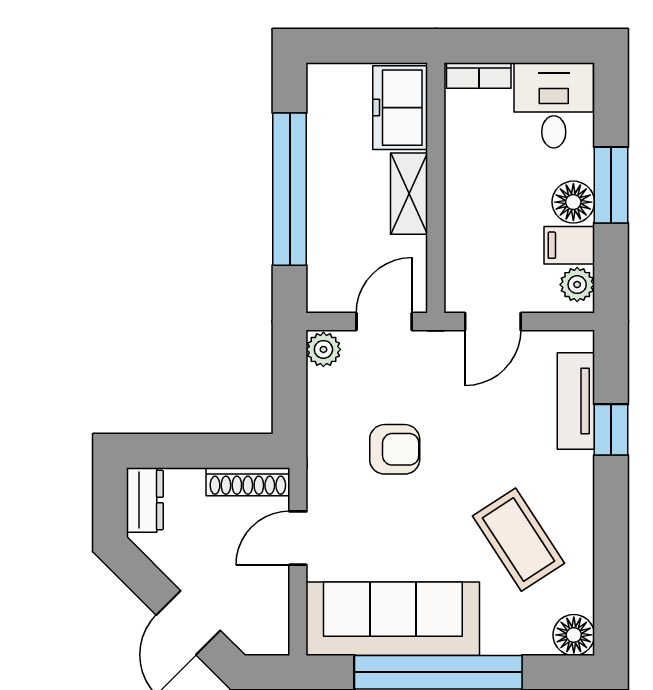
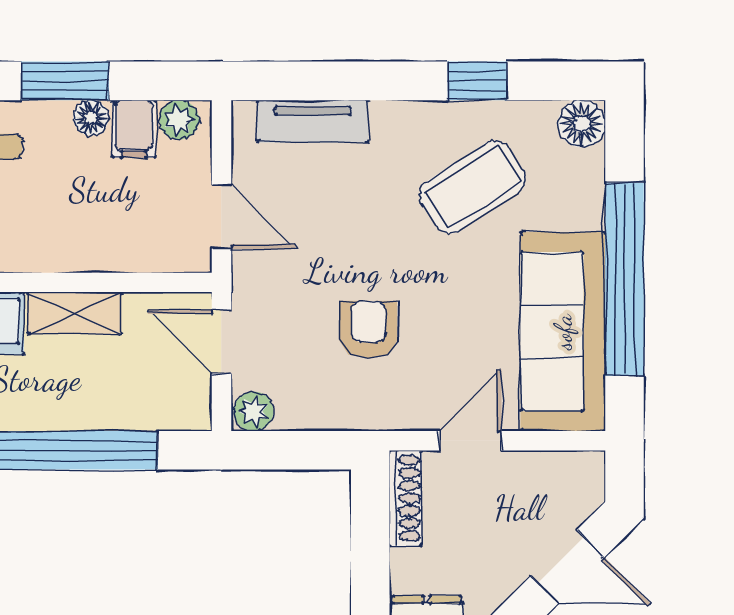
floor lamp: (573, 202) -> (91, 118), width x0.73, depth x0.73
window: (611, 430) -> (477, 81), moved
door: (298, 538) -> (470, 441), swing flipped

